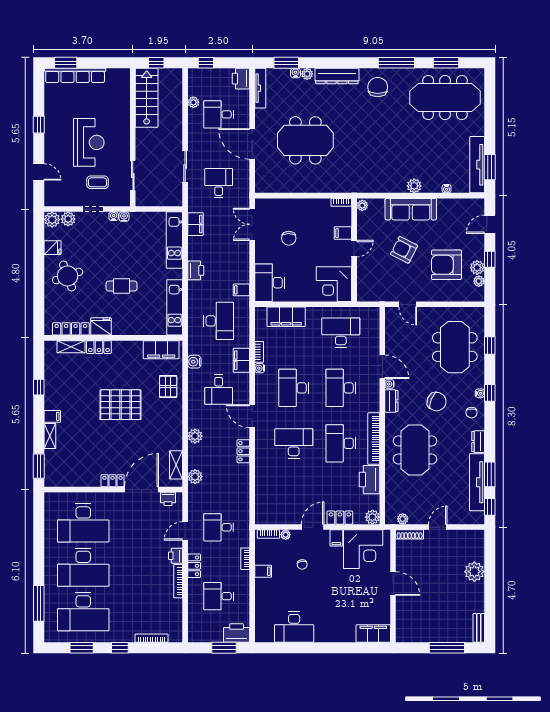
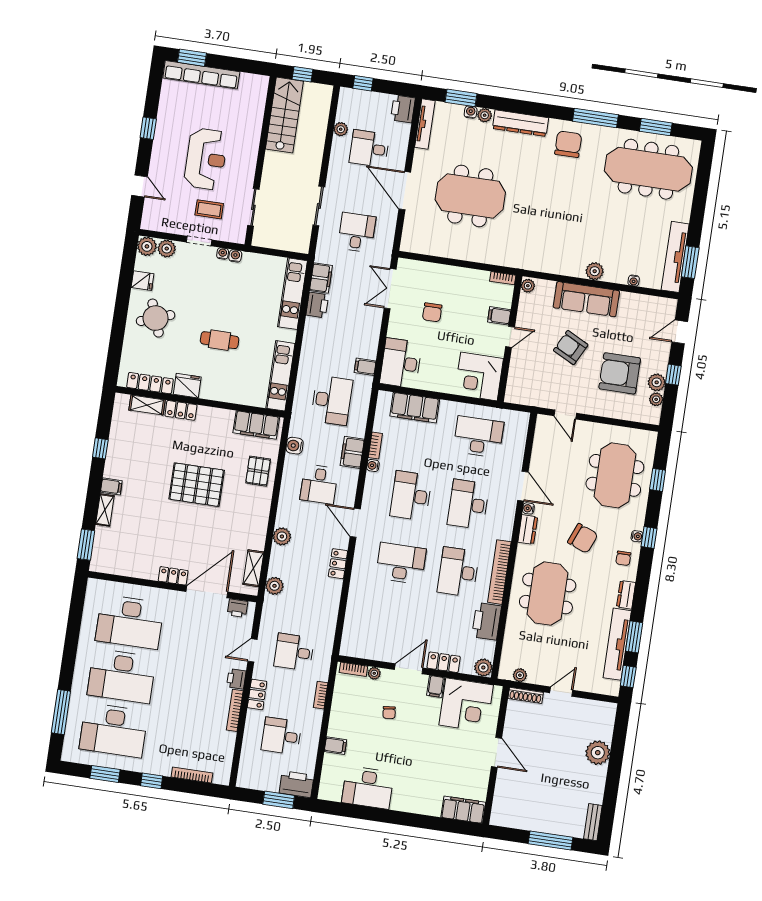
printer: (196, 270) -> (317, 305), moved
filing cabinet: (263, 571) -> (335, 746), moved

